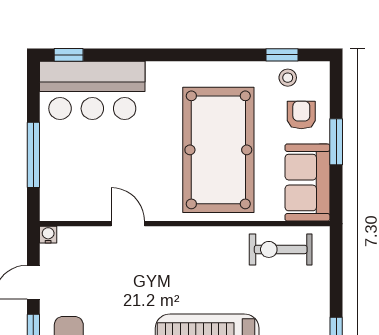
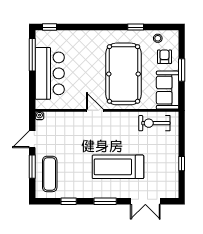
window: (282, 55) -> (136, 27), moved
bar counter: (92, 90) -> (50, 73), moved, turned -90
window: (33, 155) -> (32, 55), moved
door: (128, 224) -> (95, 110), moved

